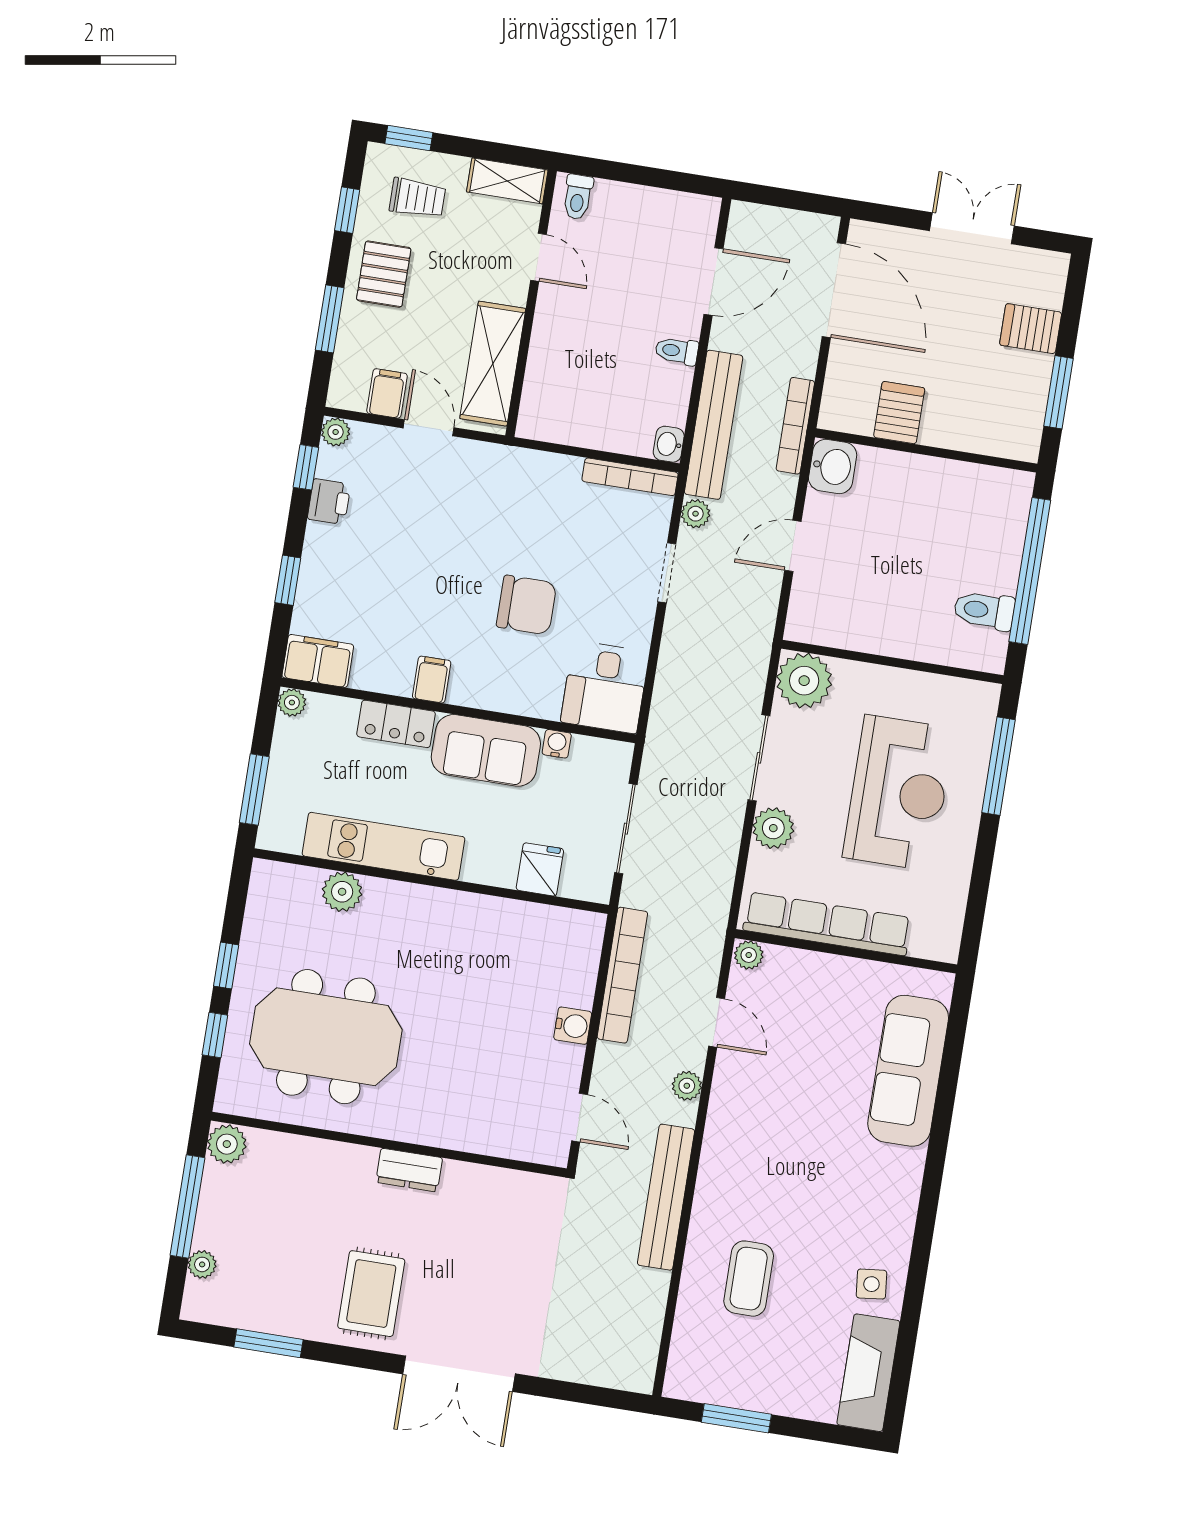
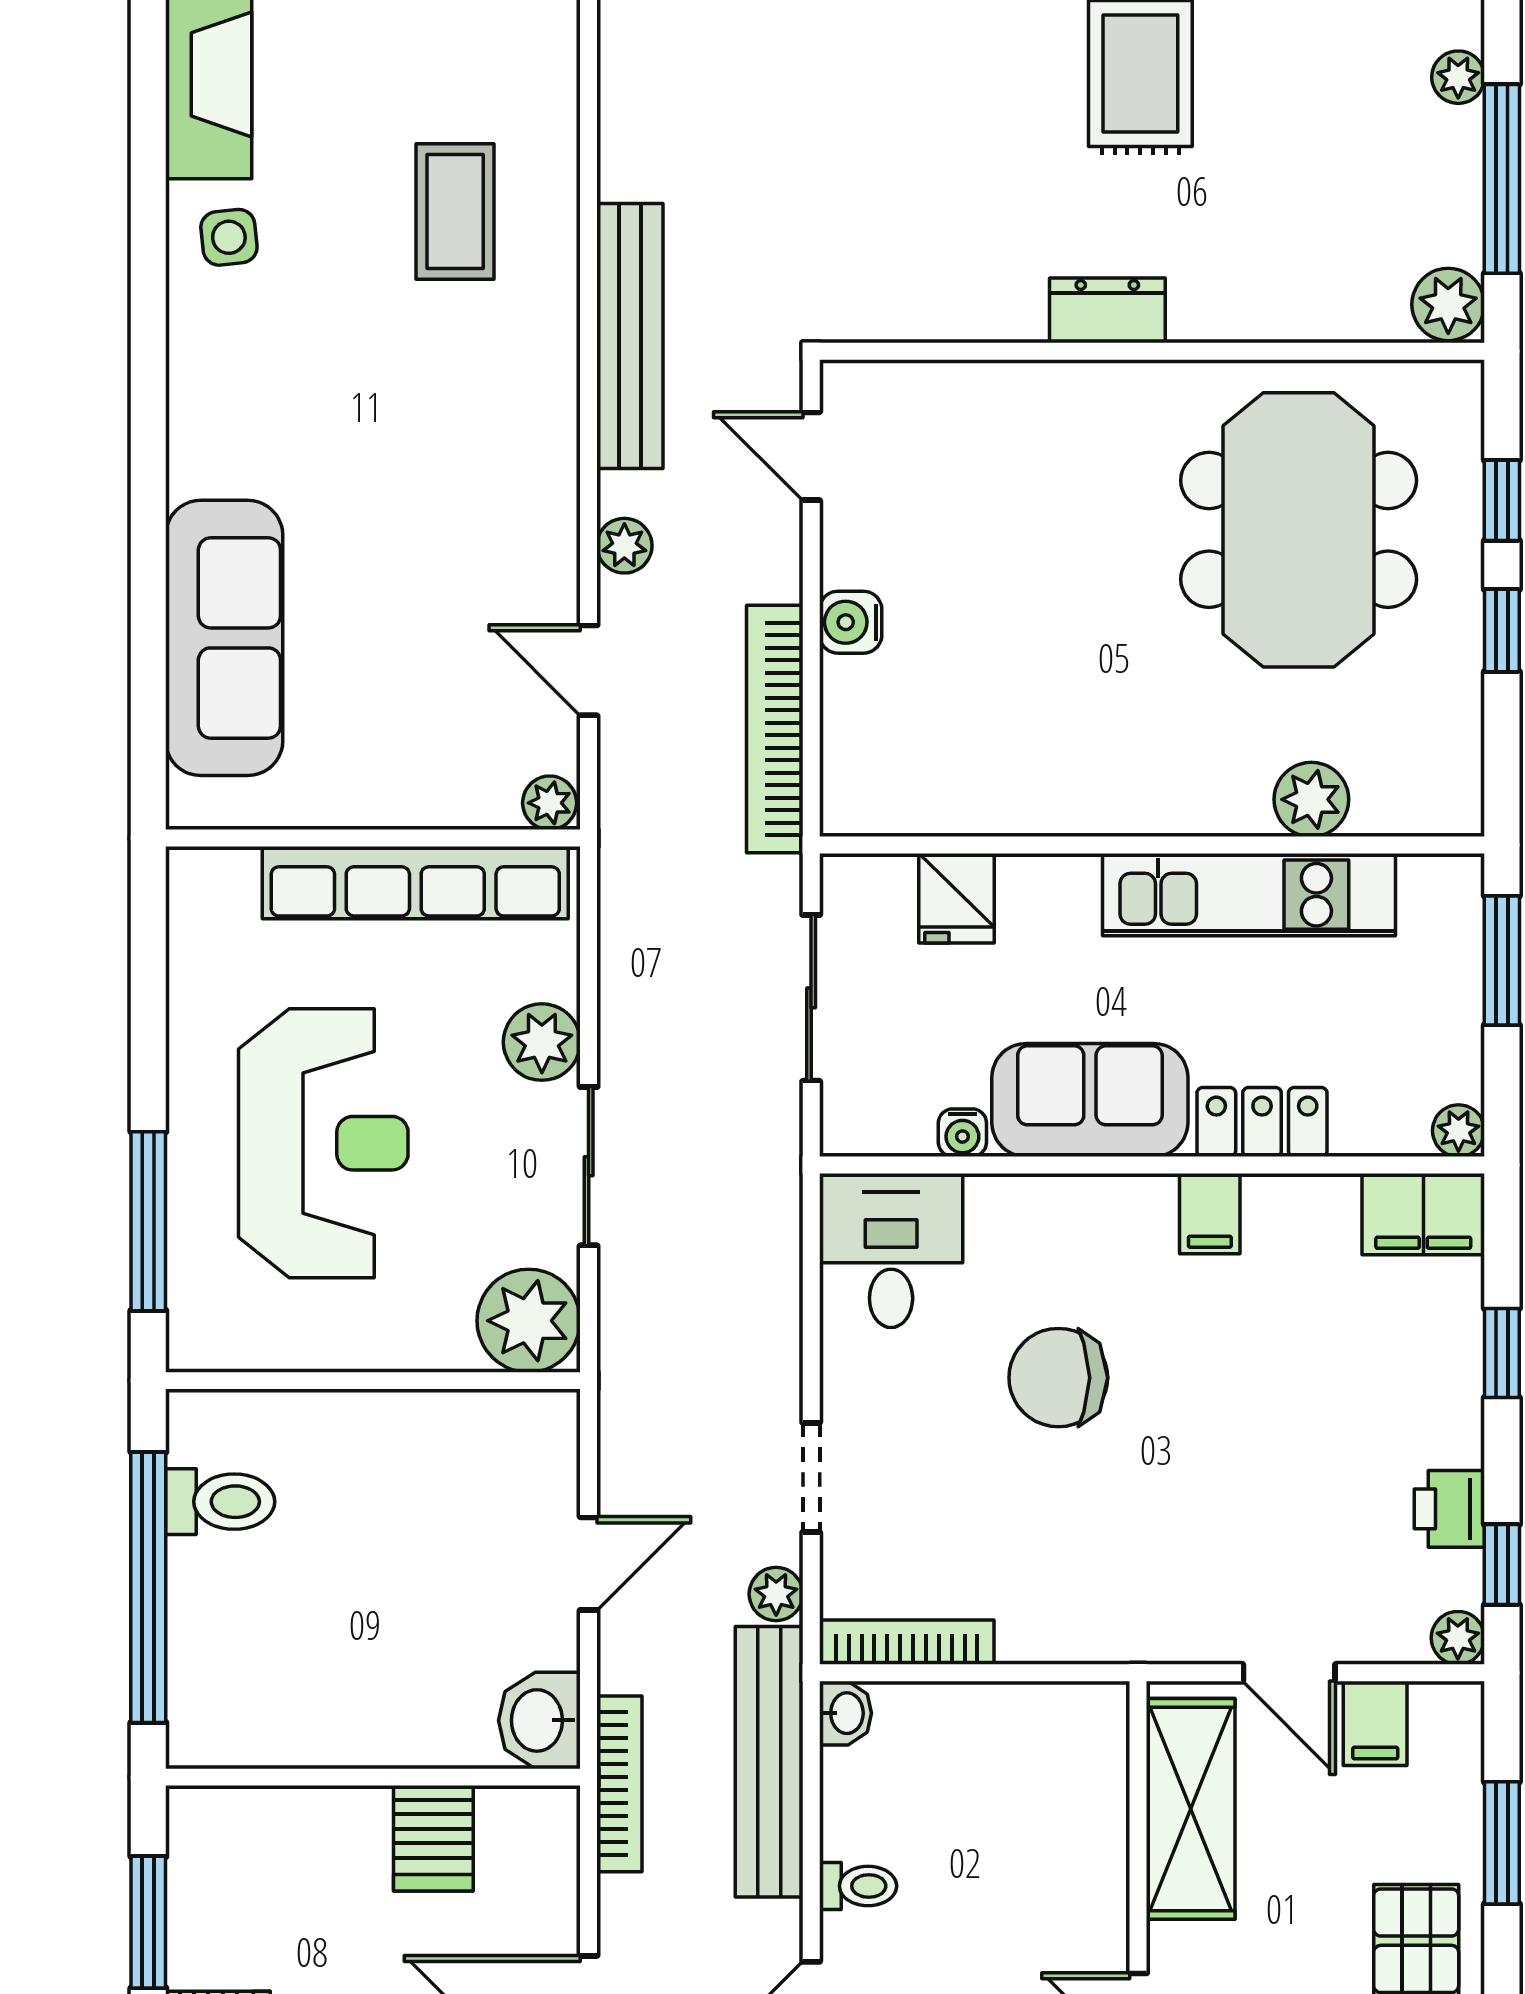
reception desk: (899, 793) -> (323, 1143), turned 180
meeting table: (326, 1037) -> (1299, 530), turned 90

